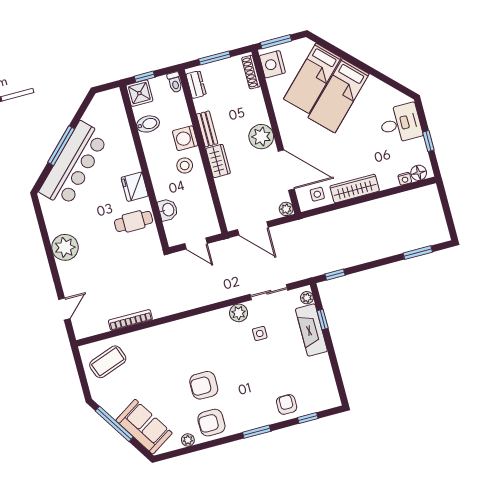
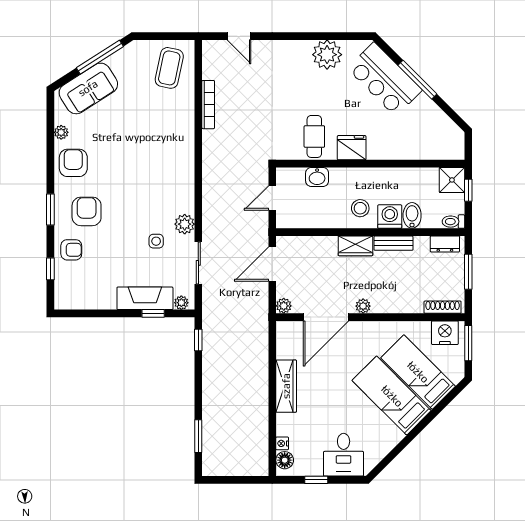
bidet: (148, 124) -> (412, 215), moved, turned 180
plant: (261, 137) -> (363, 306), width x0.53, depth x0.53
bar counter: (74, 164) -> (385, 79), width x0.73
side table: (317, 194) -> (291, 344), removed
plant: (65, 247) -> (327, 55), moved
coffee table: (108, 362) -> (169, 68), turned 32
armchair: (204, 385) -> (87, 211), moved

